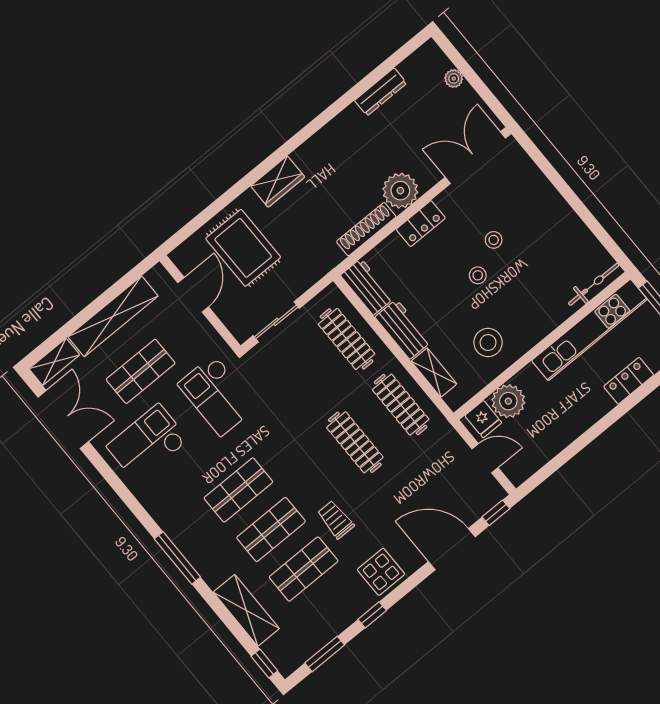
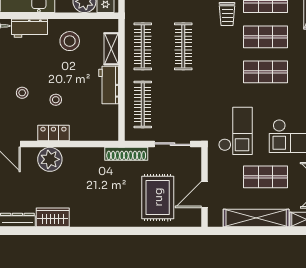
wardrobe: (278, 181) -> (53, 217), moved
shoe rack: (366, 229) -> (126, 154), moved
stool: (478, 275) -> (56, 100), moved
workbench: (367, 287) -> (29, 28), moved, turned -90

